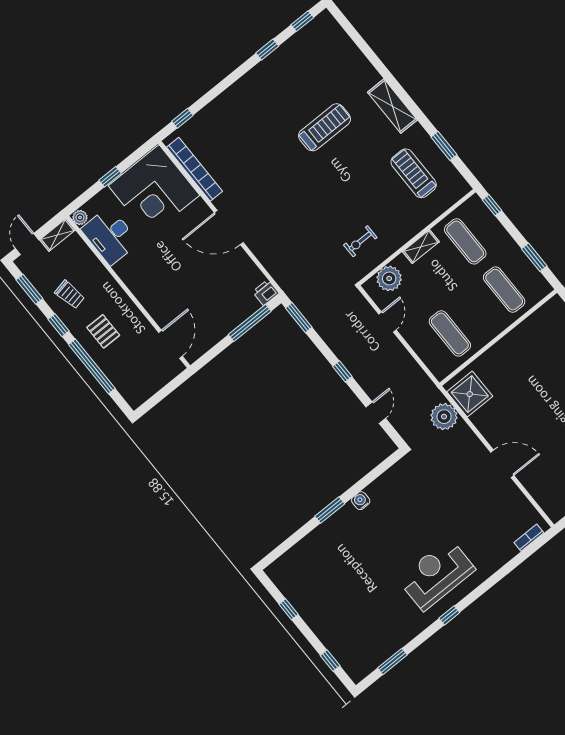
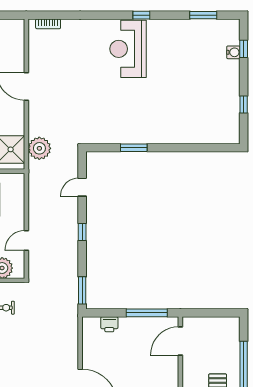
printer: (266, 293) -> (109, 324), moved
window: (250, 323) -> (147, 313), moved
water cooler: (361, 501) -> (233, 52), moved, turned -90
window: (330, 510) -> (134, 148), moved
reception desk: (437, 574) -> (128, 49), turned 90

